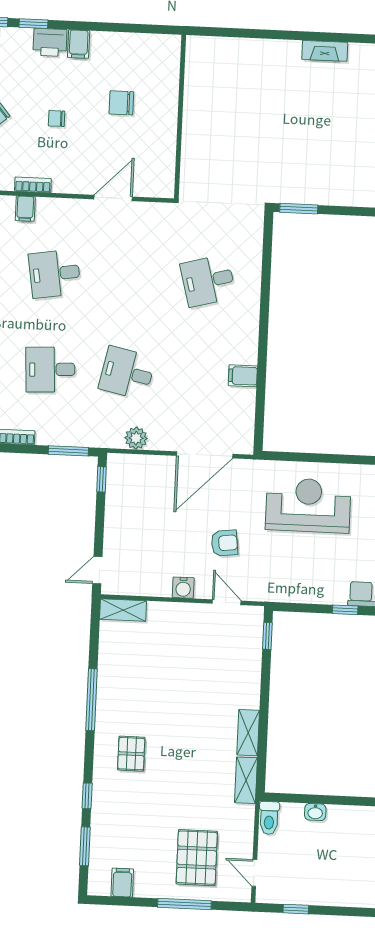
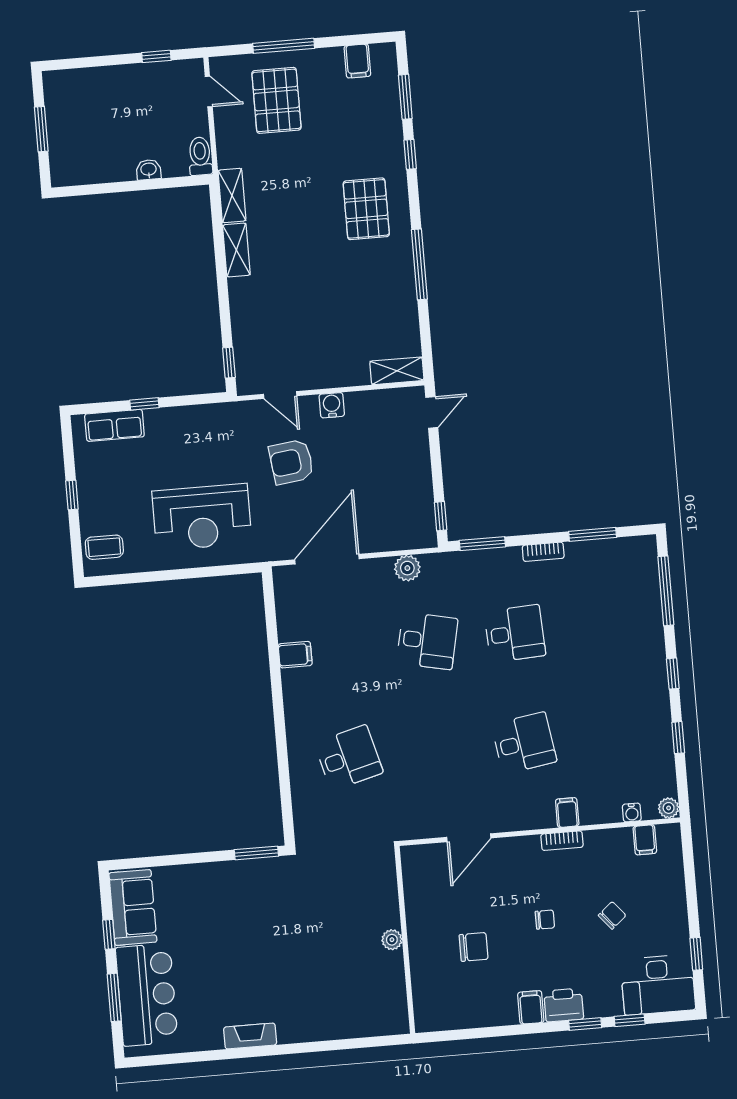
plant: (191, 118) -> (392, 940), added
armchair: (224, 543) -> (291, 462), width x1.38, depth x1.38
pallet: (131, 754) -> (366, 209), width x1.50, depth x1.42

